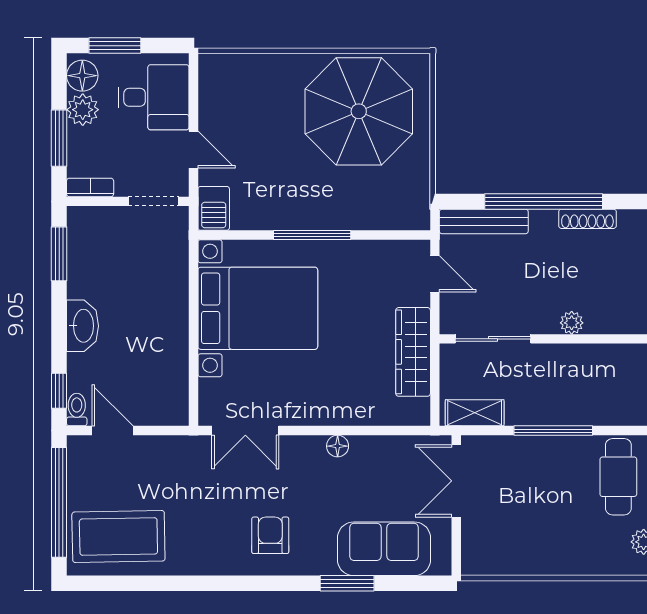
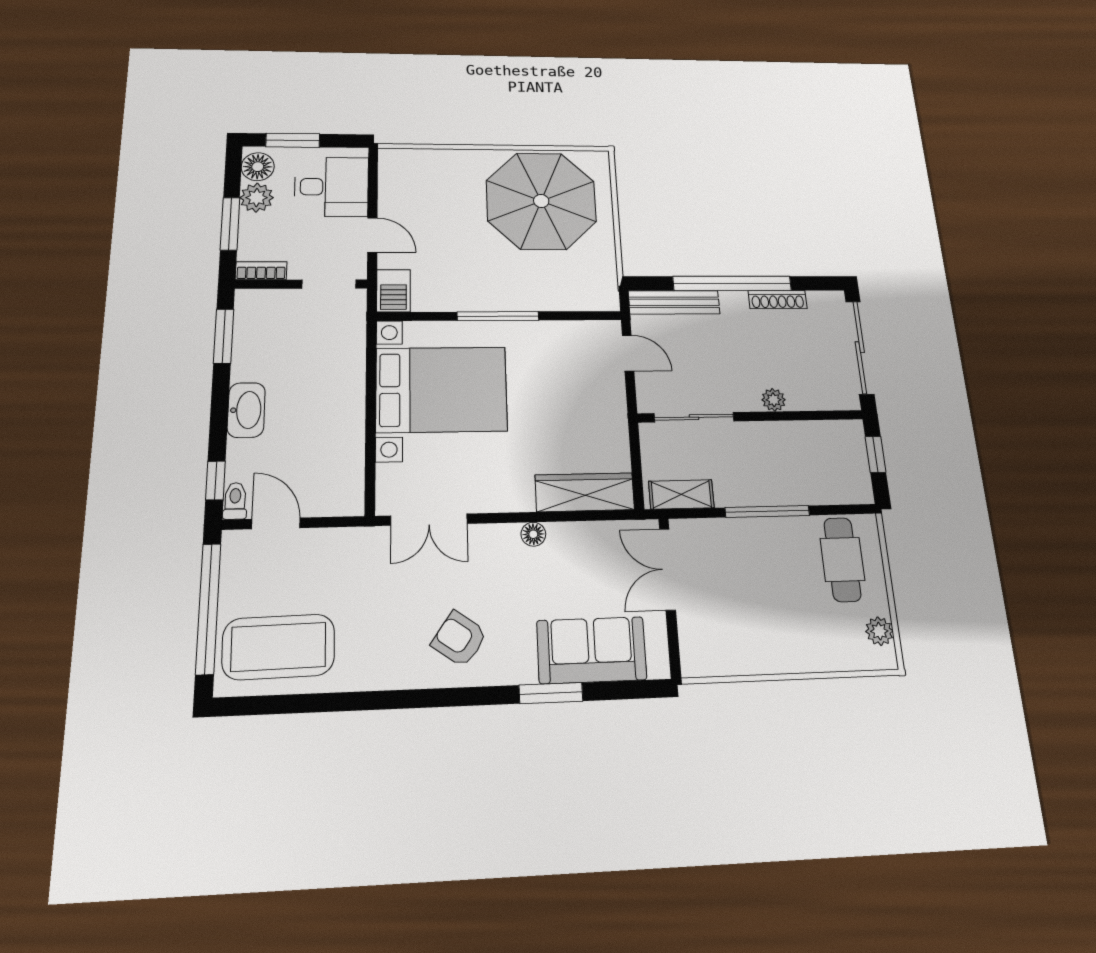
wardrobe: (413, 352) -> (585, 492), moved, turned 90
armchair: (270, 535) -> (459, 639), turned -55

